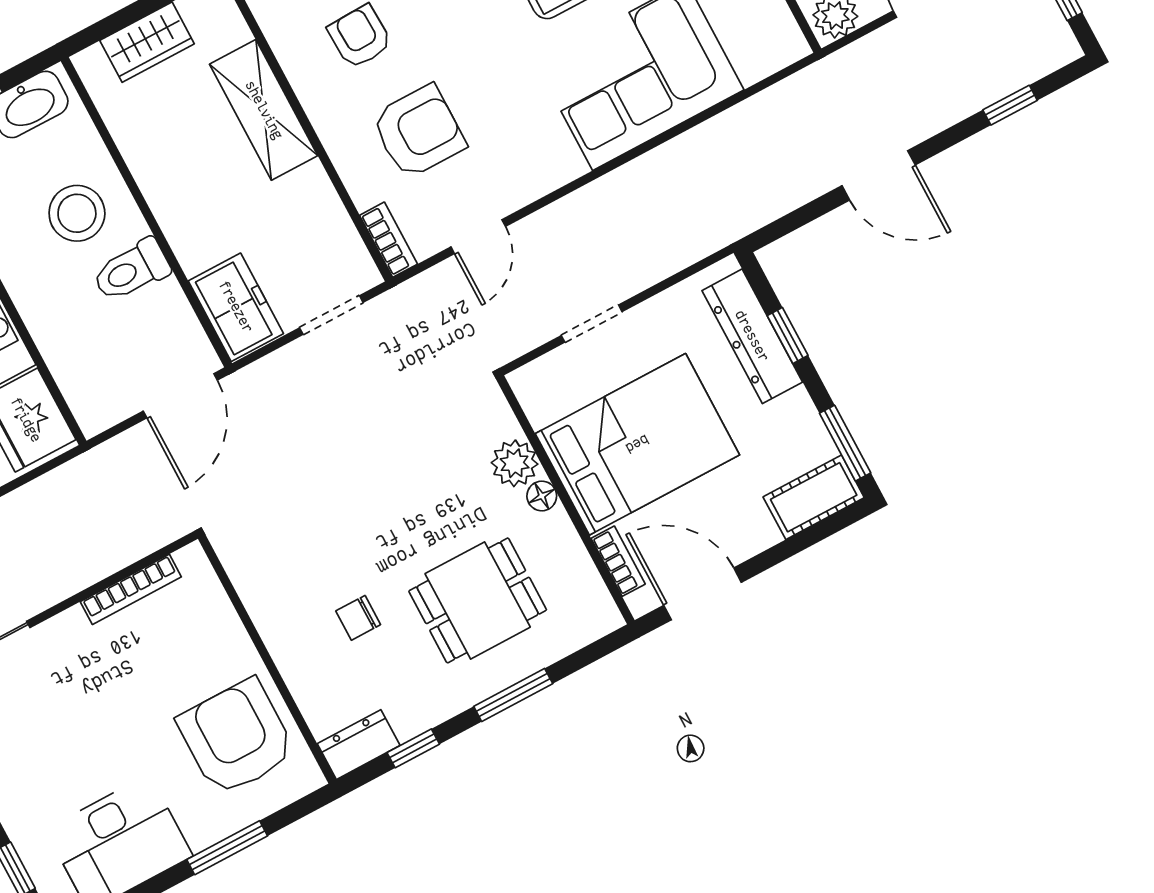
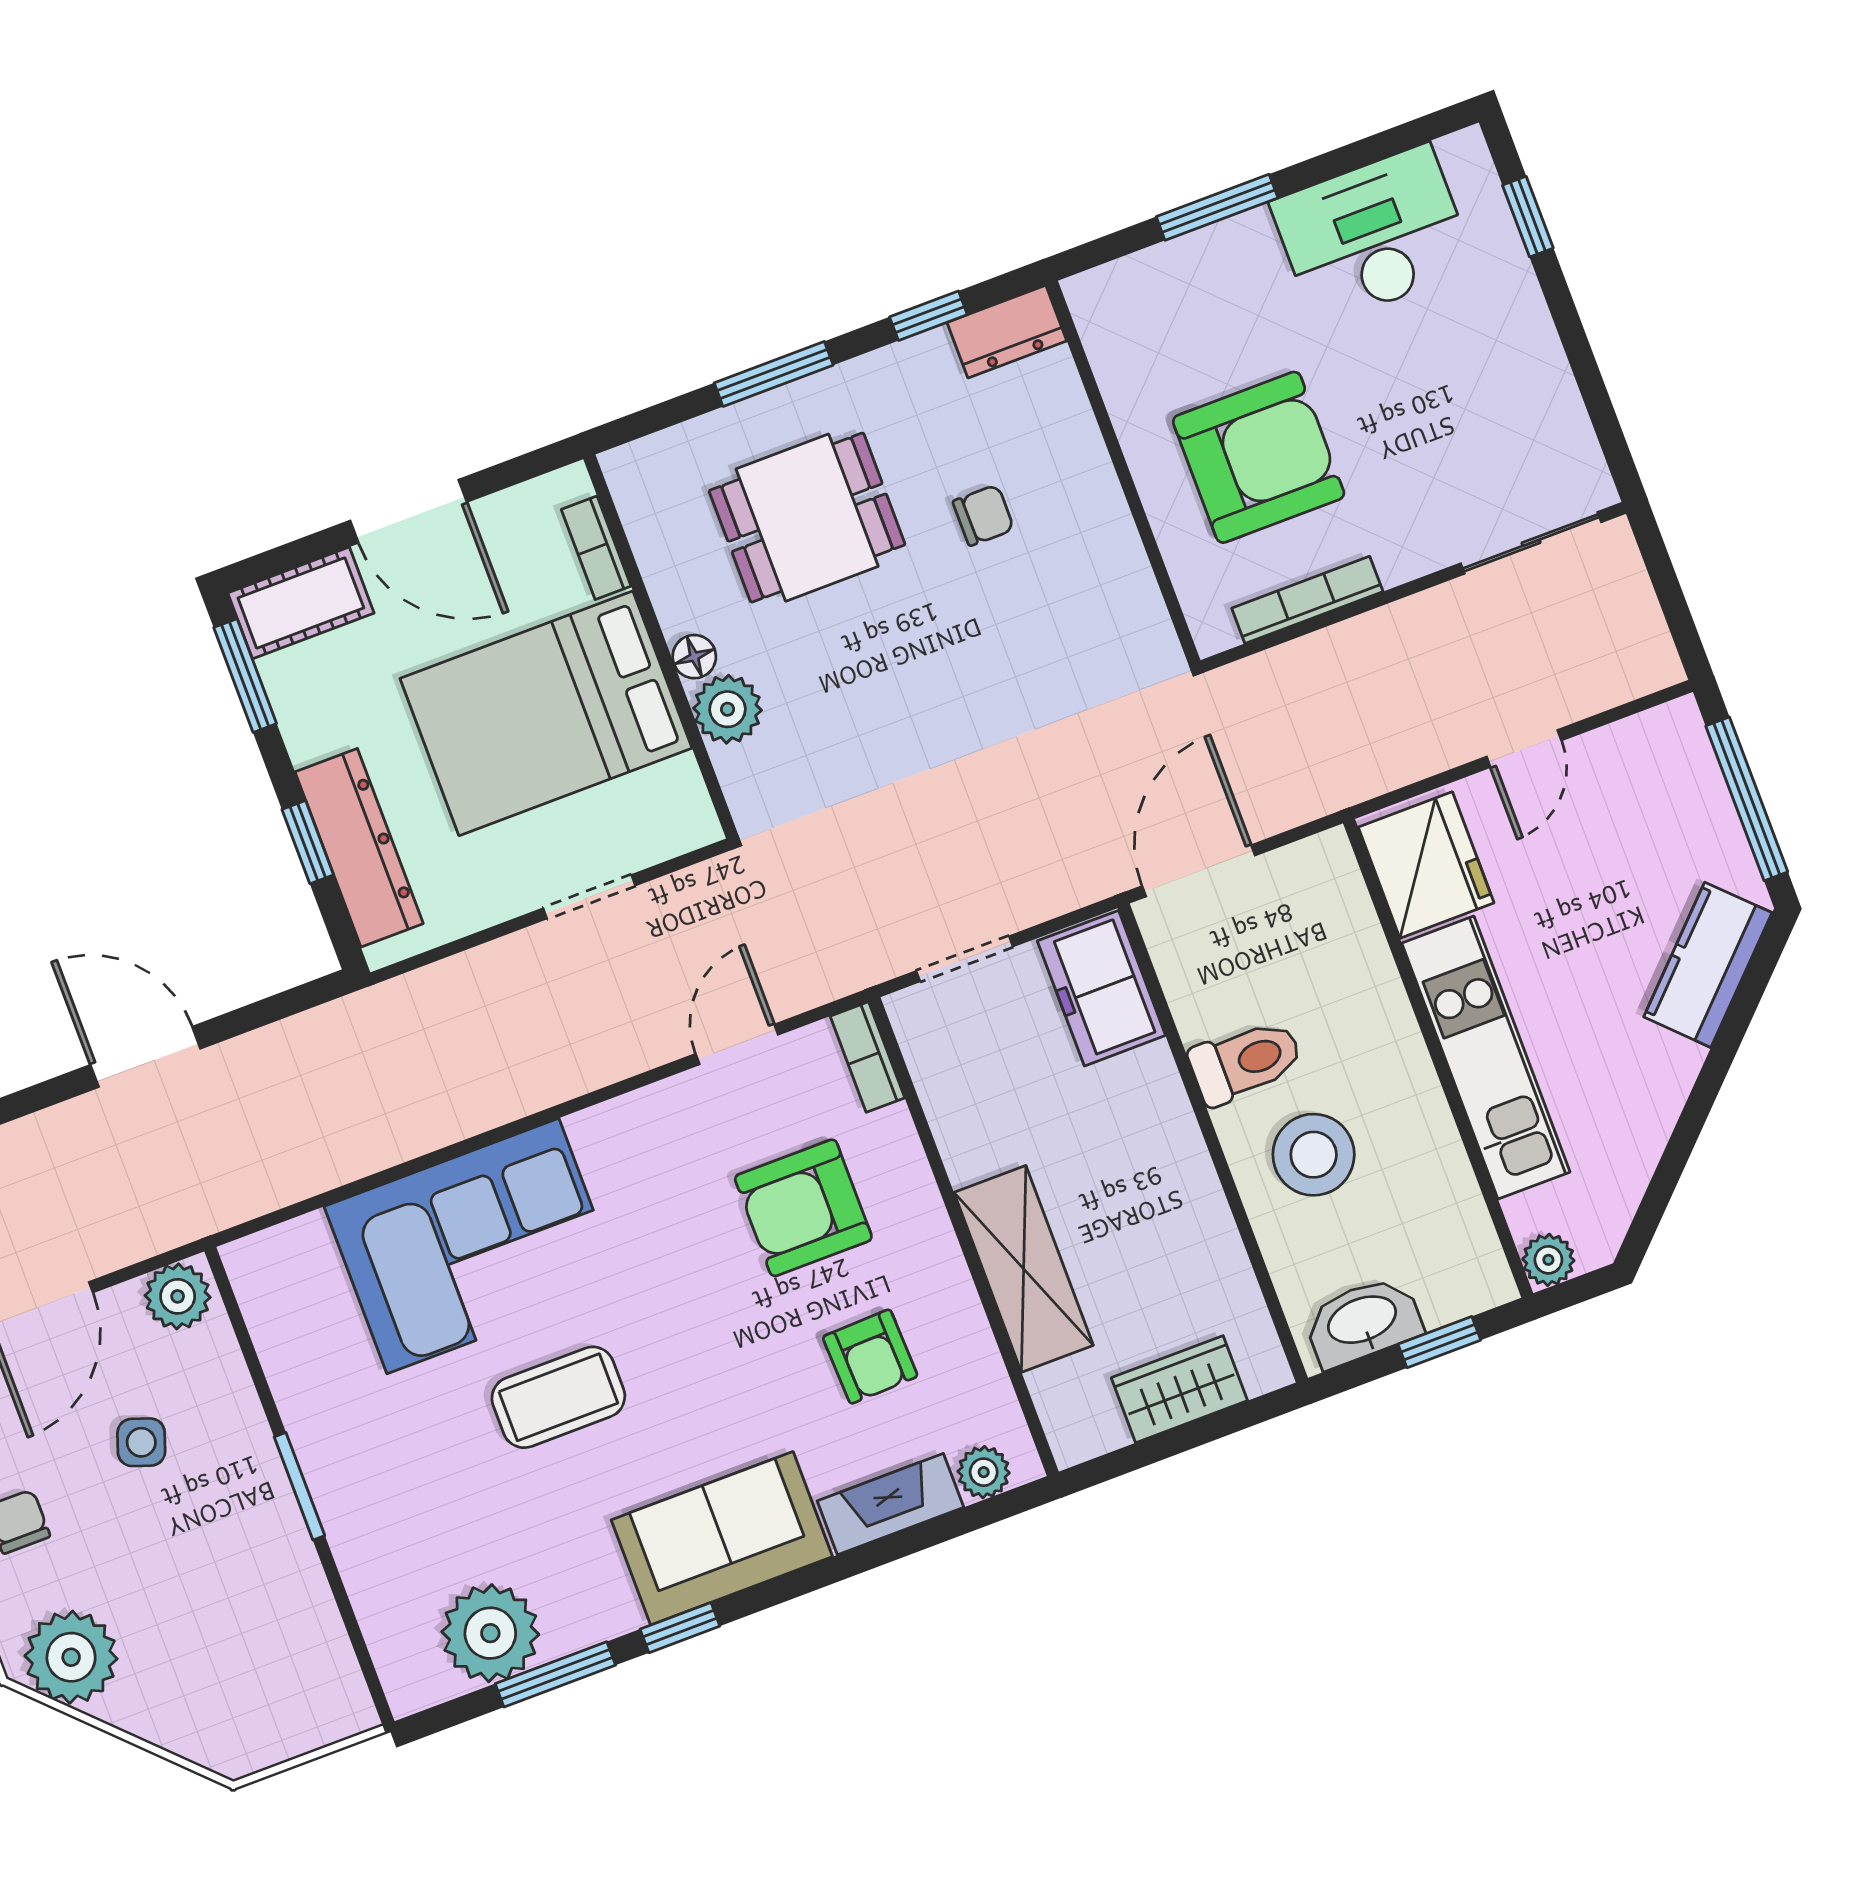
door: (703, 594) -> (408, 511), moved
armchair: (236, 737) -> (1259, 457), moved, turned -90

